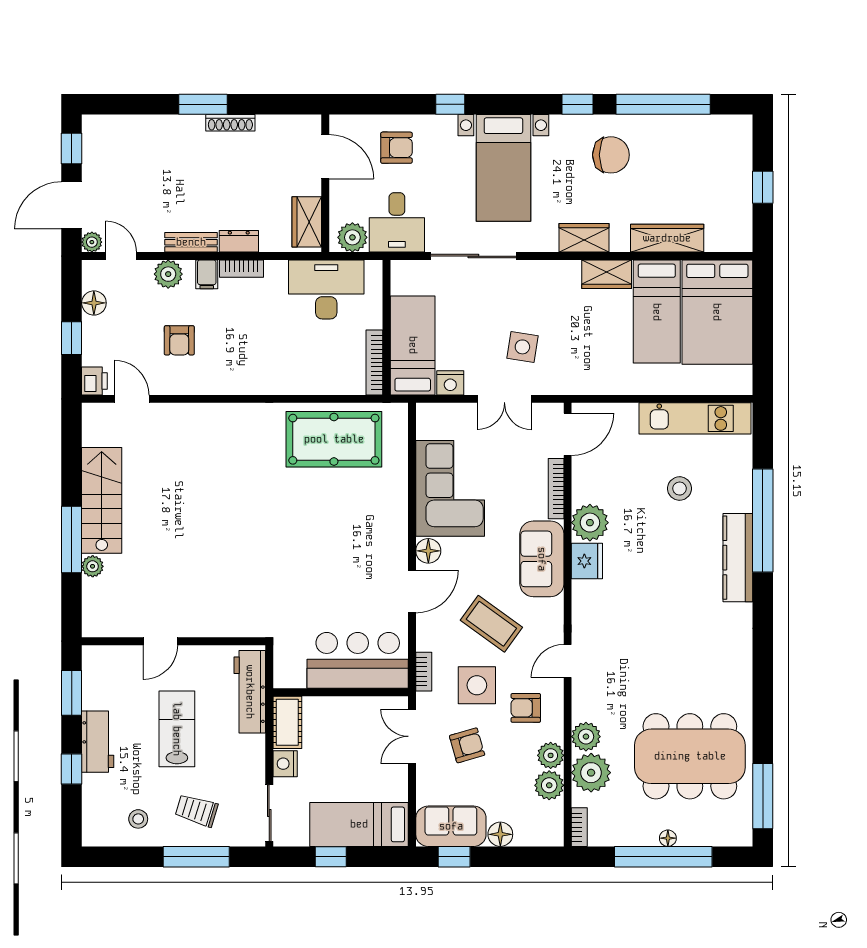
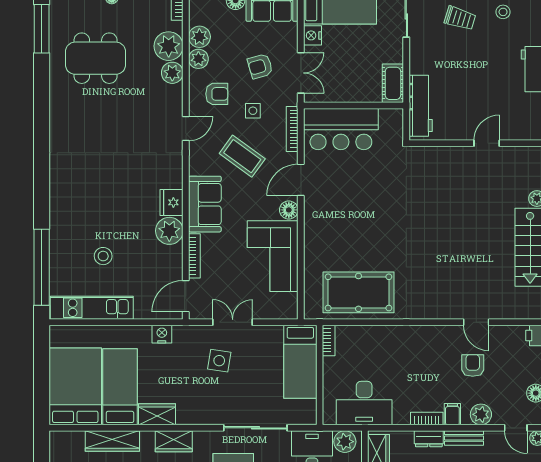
bookcase: (374, 363) -> (329, 340), width x0.64
nightstand: (450, 383) -> (162, 334), moved
door: (132, 399) -> (476, 322), moved
window: (763, 520) -> (42, 267), moved
kitchen counter: (738, 558) -> (60, 205), removed
bookcase: (424, 672) -> (292, 129), width x1.56
side table: (477, 685) -> (253, 111), width x0.54, depth x0.54
lab bench: (177, 729) -> (474, 78), removed
dining table: (690, 756) -> (96, 58), width x0.73, depth x0.80
nightstand: (285, 764) -> (313, 35), moved, turned 180

